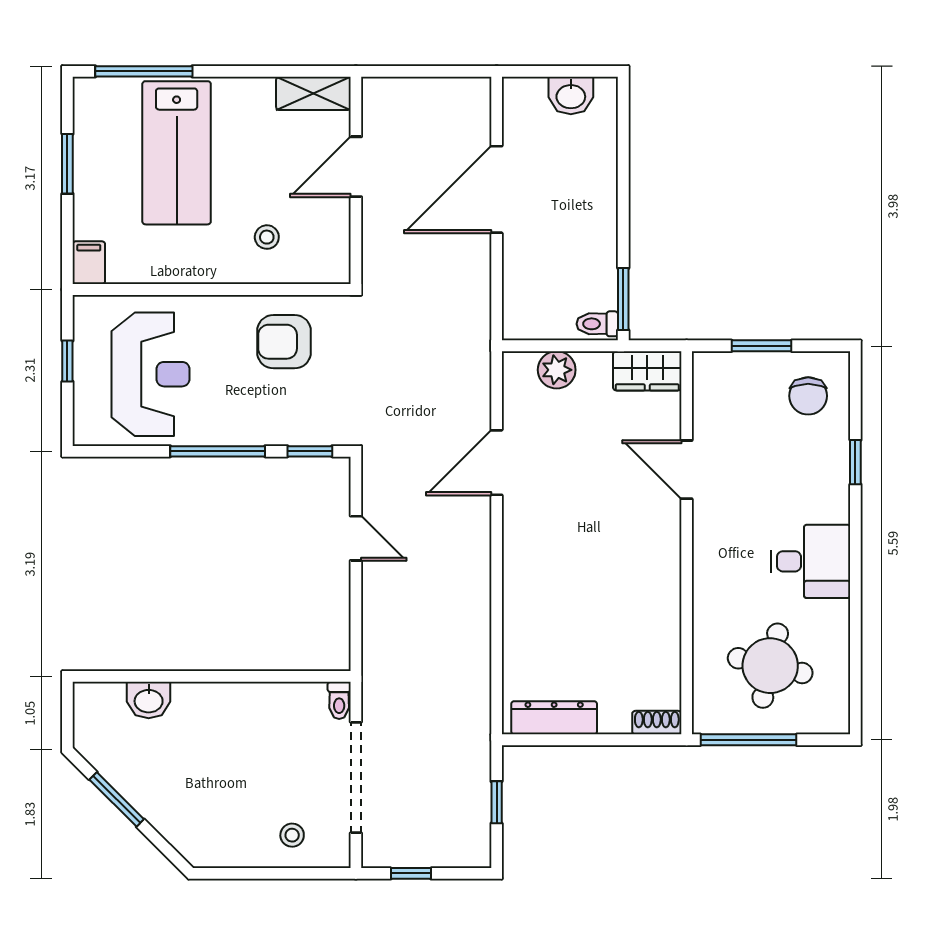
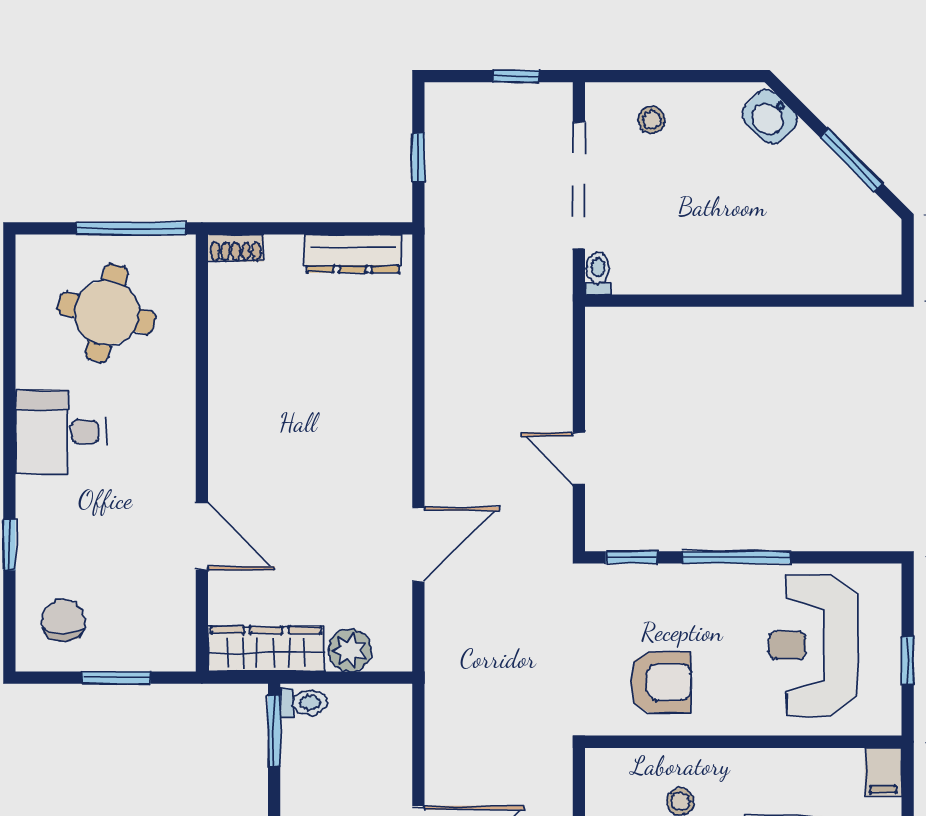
wardrobe: (647, 371) -> (266, 649), width x1.50
washbasin: (149, 700) -> (770, 117), moved, turned -135

